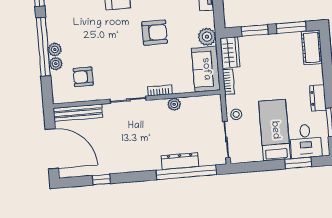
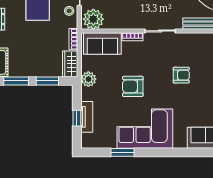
sofa: (206, 69) -> (102, 43), moved, turned 90
armchair: (83, 77) -> (181, 75), moved
plant: (174, 104) -> (93, 19), moved, width x1.87, depth x1.87

